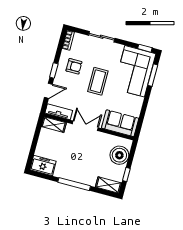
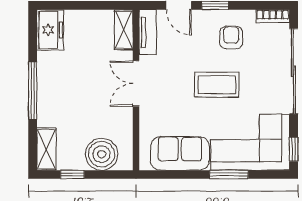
sliding door: (102, 37) -> (294, 71), width x1.86
armchair: (74, 66) -> (231, 38), turned 180
window: (153, 75) -> (229, 175), moved
sofa: (120, 123) -> (180, 153), moved, turned -90
double door: (85, 126) -> (136, 84), swing flipped

